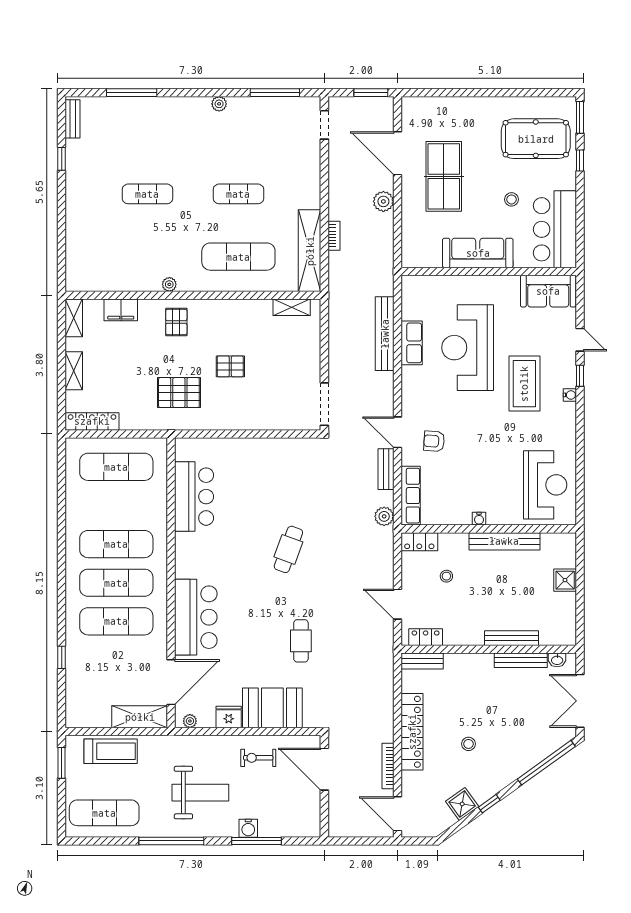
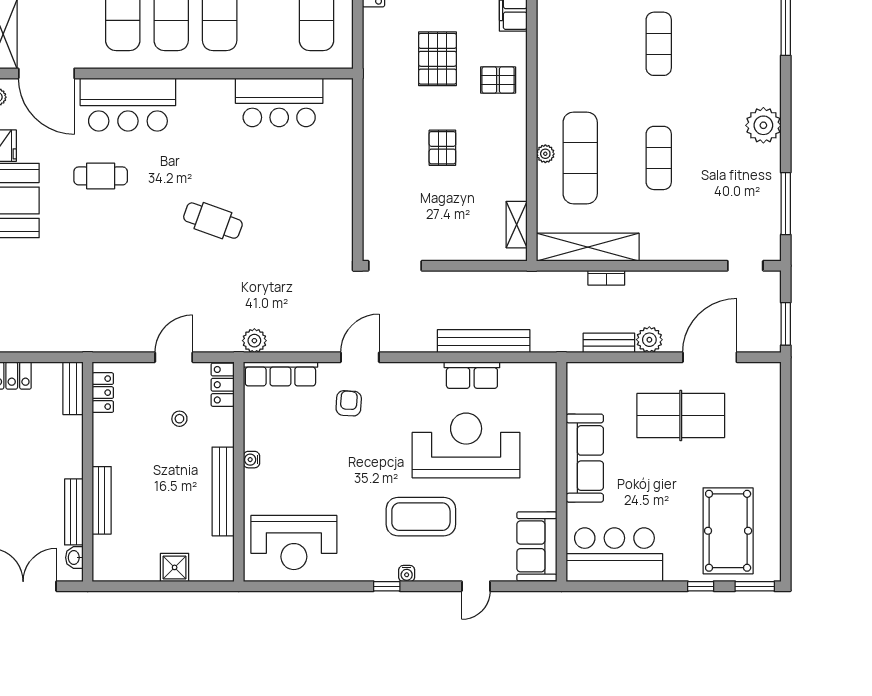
plant: (219, 104) -> (763, 125), width x1.88, depth x1.88
stool: (512, 199) -> (652, 500), removed
plant: (169, 284) -> (545, 154), moved
window: (580, 376) -> (387, 586), moved
pallet: (179, 393) -> (438, 59), moved
bench: (386, 469) -> (609, 343), moved
door: (397, 604) -> (174, 357), moved
cafe table: (301, 641) -> (101, 176), moved

